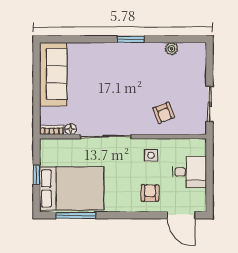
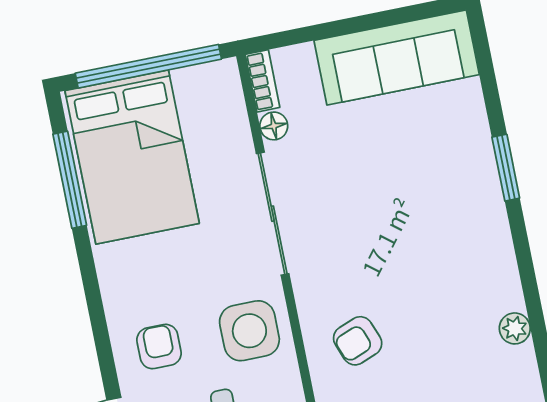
window: (131, 39) -> (506, 168), moved
side table: (151, 155) -> (249, 331), width x1.87, depth x1.87
window: (37, 175) -> (148, 66), width x3.17
armchair: (150, 193) -> (159, 347), turned -90

